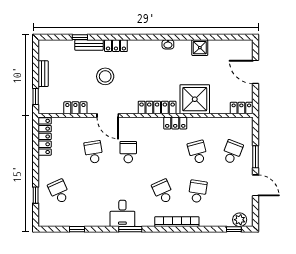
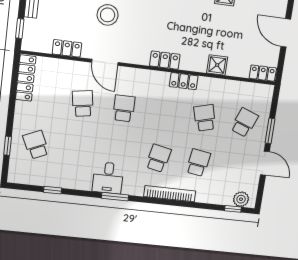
shower: (195, 99) -> (217, 65), width x0.54, depth x0.54
locker: (157, 107) -> (165, 60), width x0.66
school desk: (163, 191) -> (158, 158), turned 36

